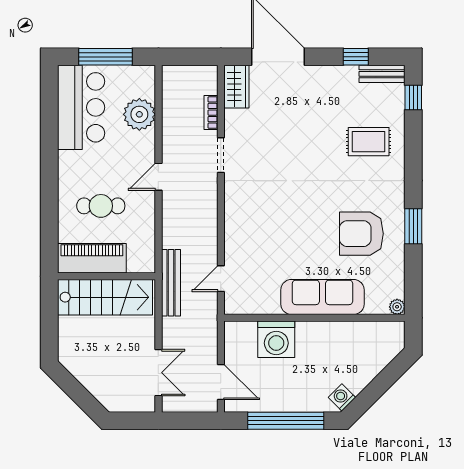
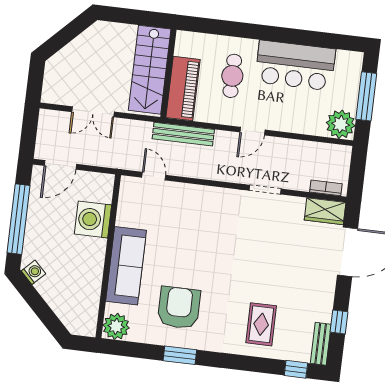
bar counter: (81, 107) -> (295, 65), moved
bookcase: (211, 113) -> (326, 188), moved
plant: (139, 114) -> (341, 124), moved
door: (158, 177) -> (252, 131), swing flipped
piano: (92, 258) -> (183, 89), moved
bench: (171, 283) -> (183, 134), moved
plant: (397, 307) -> (116, 326), width x1.88, depth x1.88
double door: (158, 373) -> (93, 112), moved

